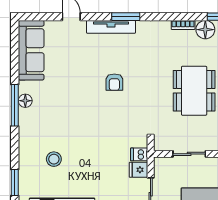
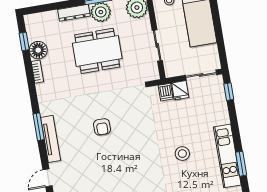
armchair: (114, 82) -> (102, 127), turned 90
stool: (54, 159) -> (182, 154), moved

